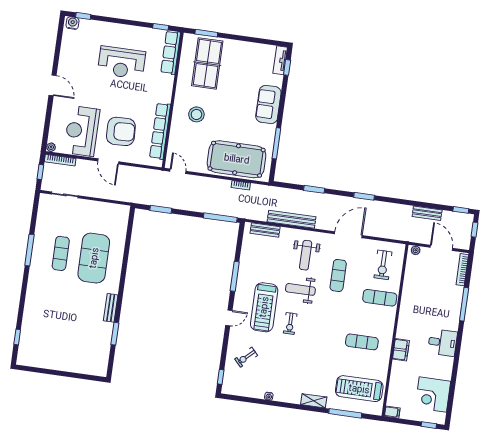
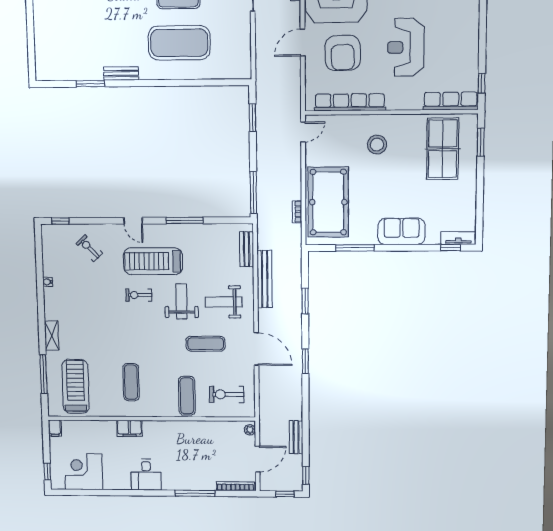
reception desk: (121, 63) -> (406, 47), moved
table tennis table: (207, 63) -> (443, 149), turned 90

